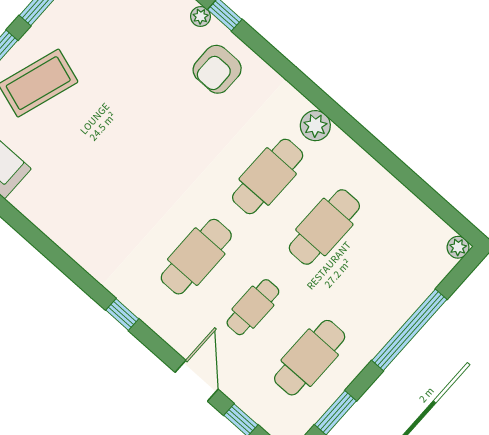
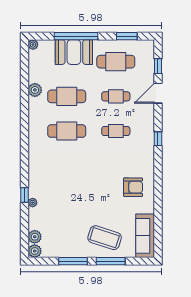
armchair: (217, 69) -> (133, 187), moved
plant: (315, 126) -> (35, 90), moved
cafe table: (196, 257) -> (116, 131), width x0.73, depth x0.74
booth: (386, 303) -> (74, 52), added

